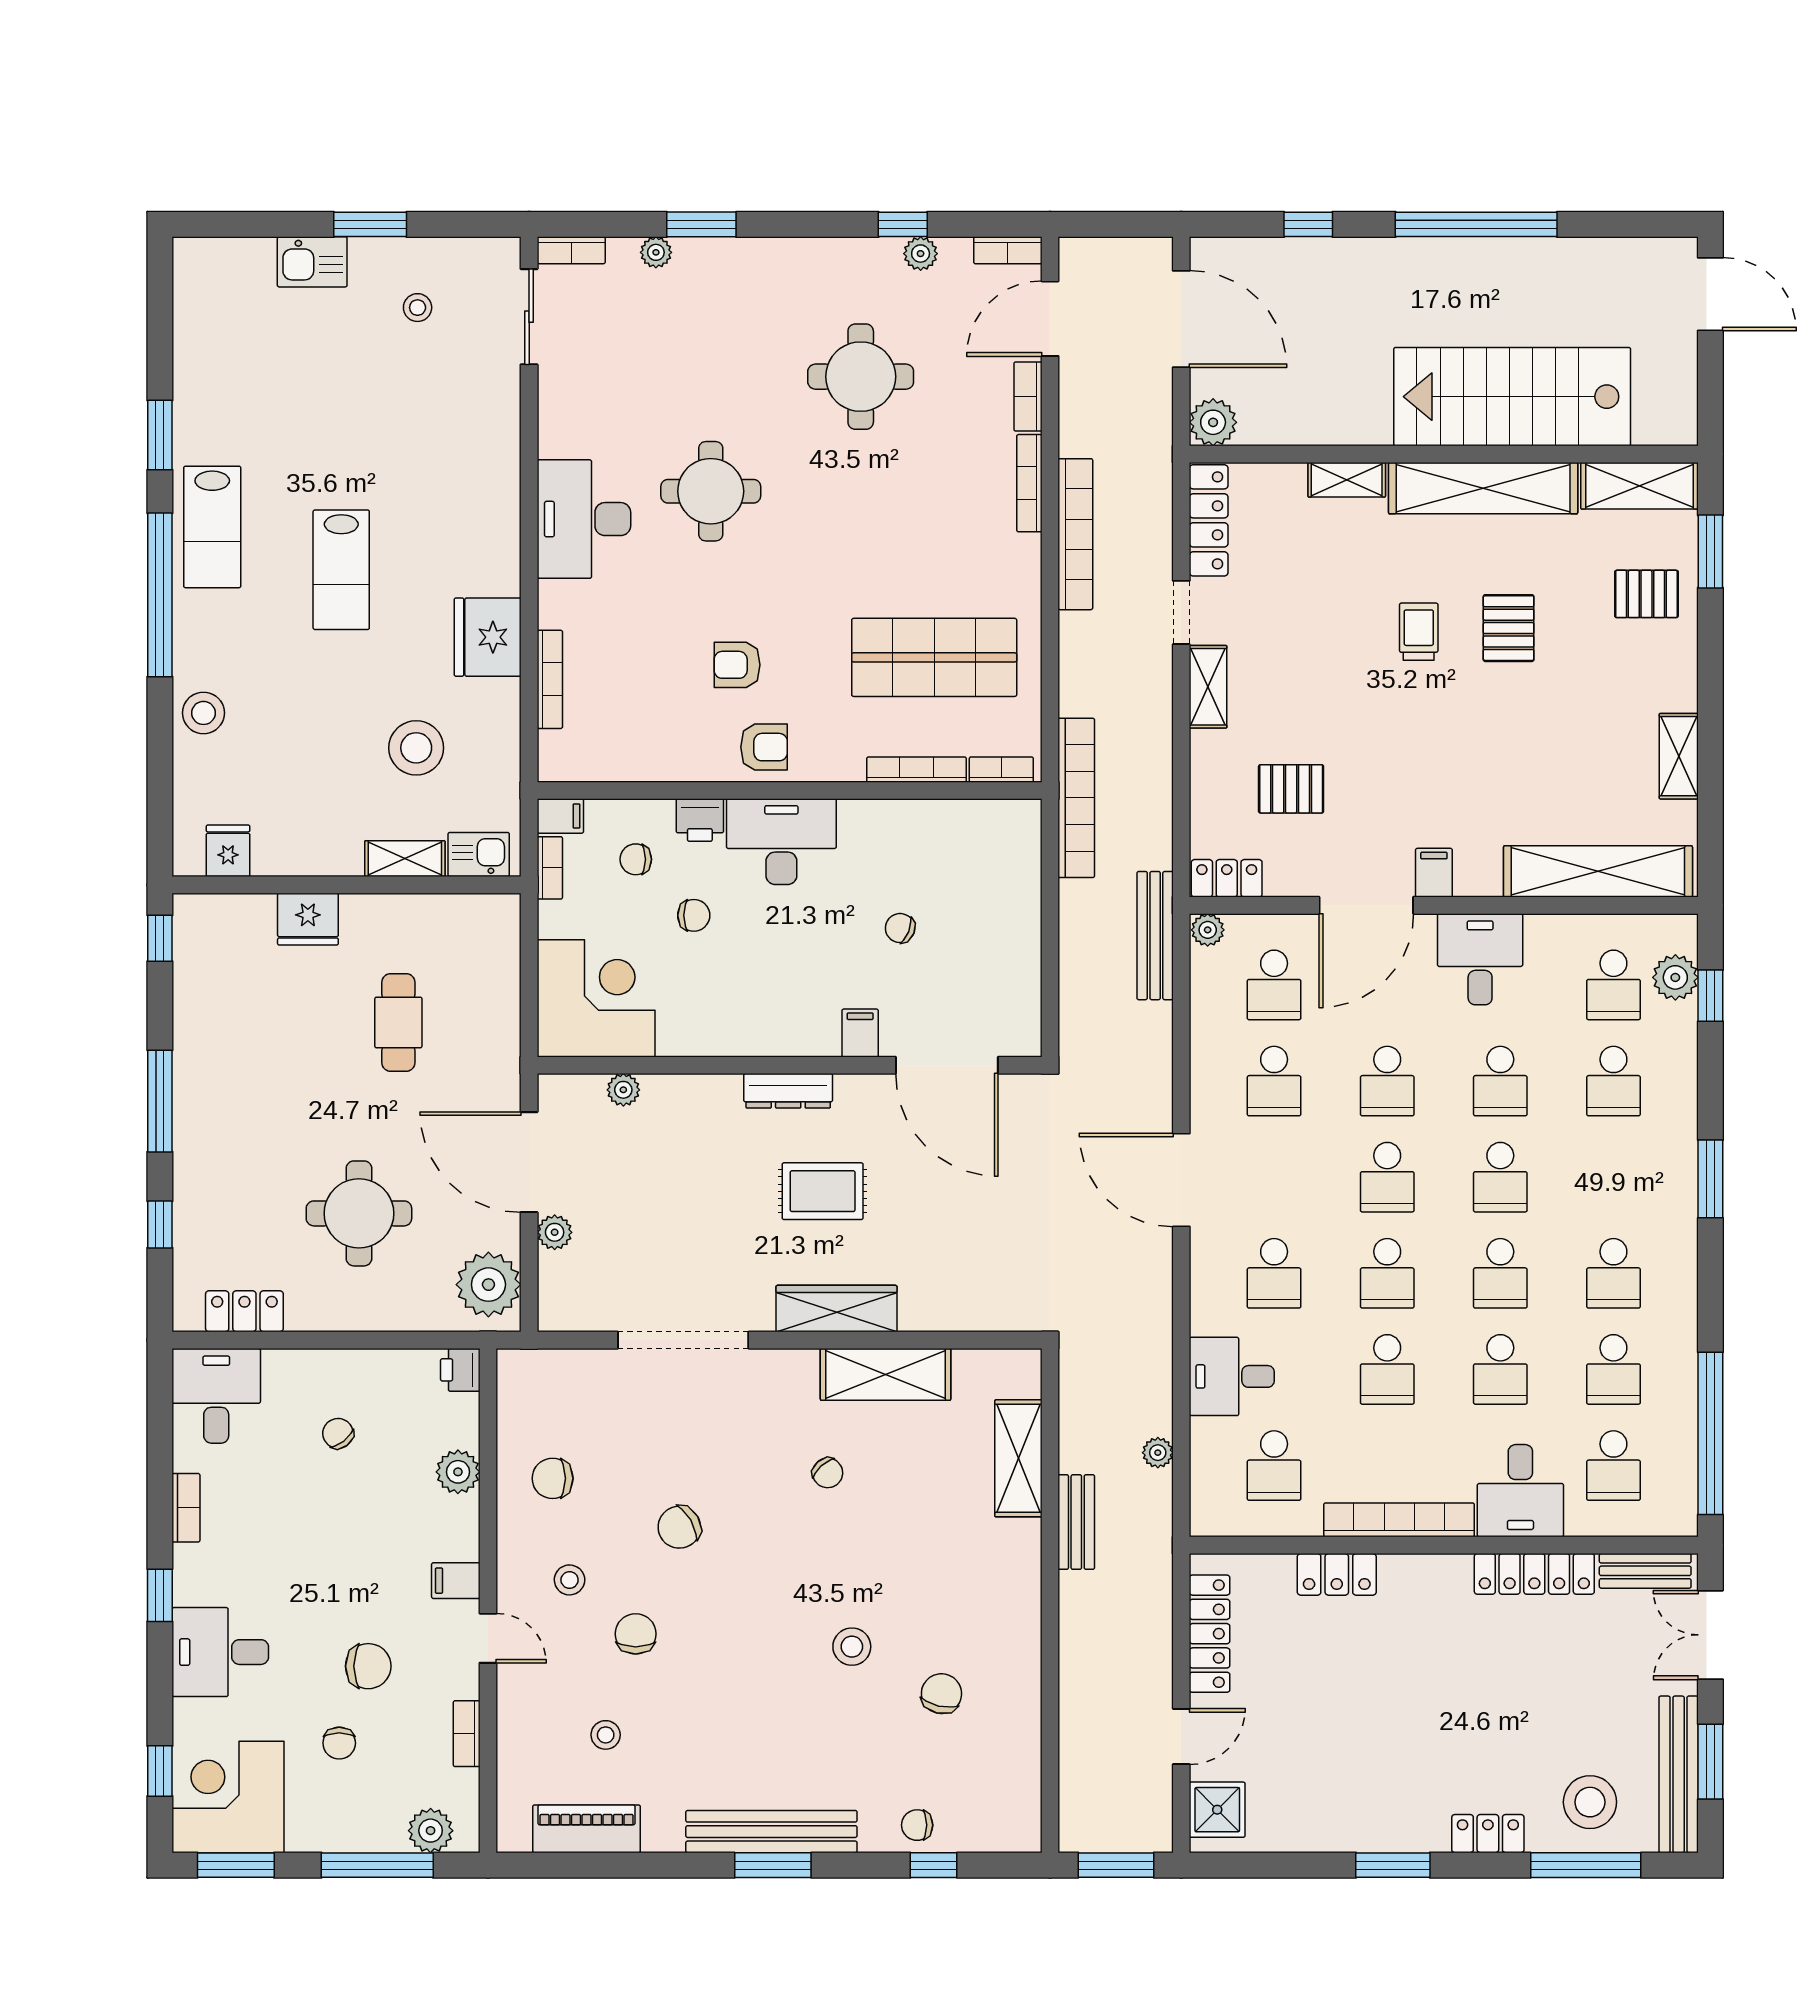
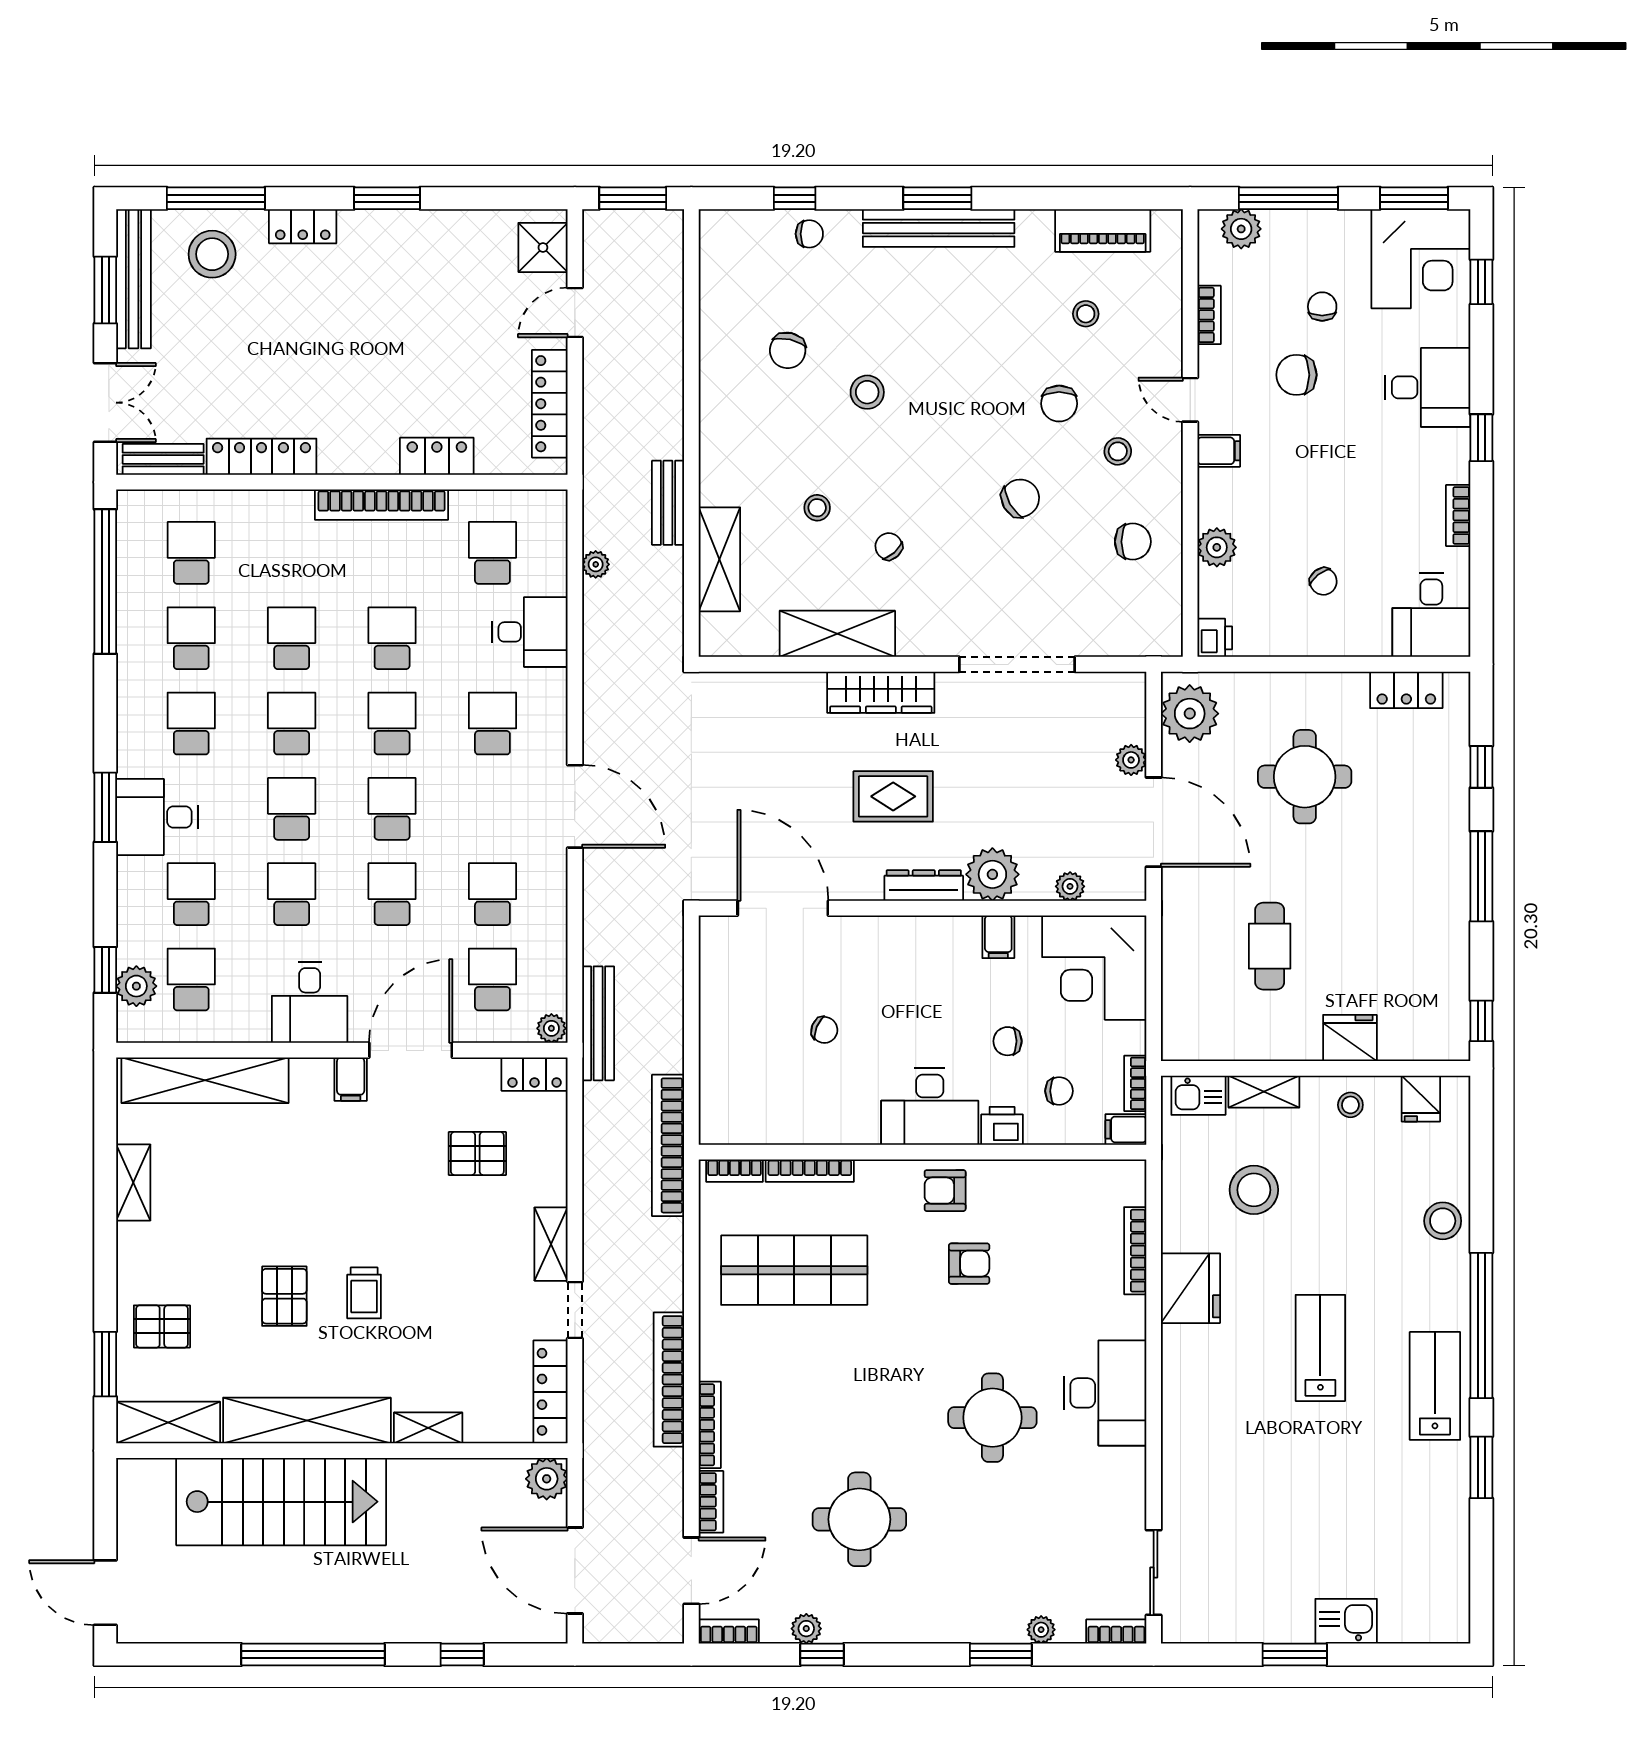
stool: (418, 308) -> (1350, 1105), moved
filing cabinet: (860, 1033) -> (998, 937), moved
plant: (711, 1103) -> (992, 874), added
desk: (1520, 1491) -> (157, 817), moved, turned -90
stool: (908, 1516) -> (817, 508), added

